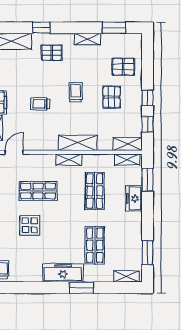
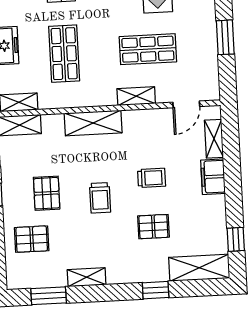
pallet: (52, 53) -> (153, 227), moved
shelving: (69, 160) -> (136, 96), moved

